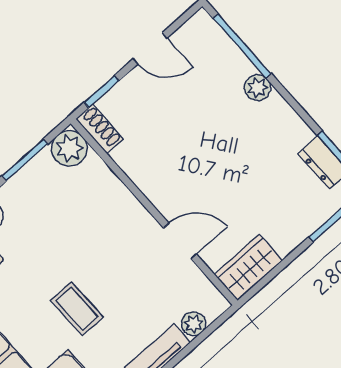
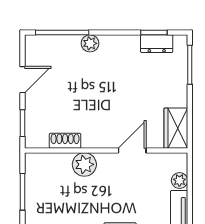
shoe rack: (100, 129) -> (65, 141), moved
plant: (69, 148) -> (84, 164), moved

